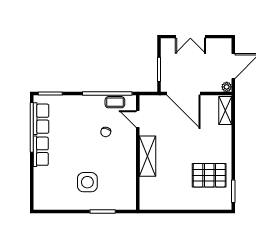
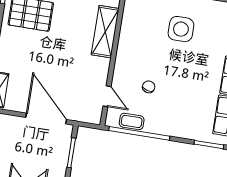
shelving: (148, 156) -> (105, 32), moved

